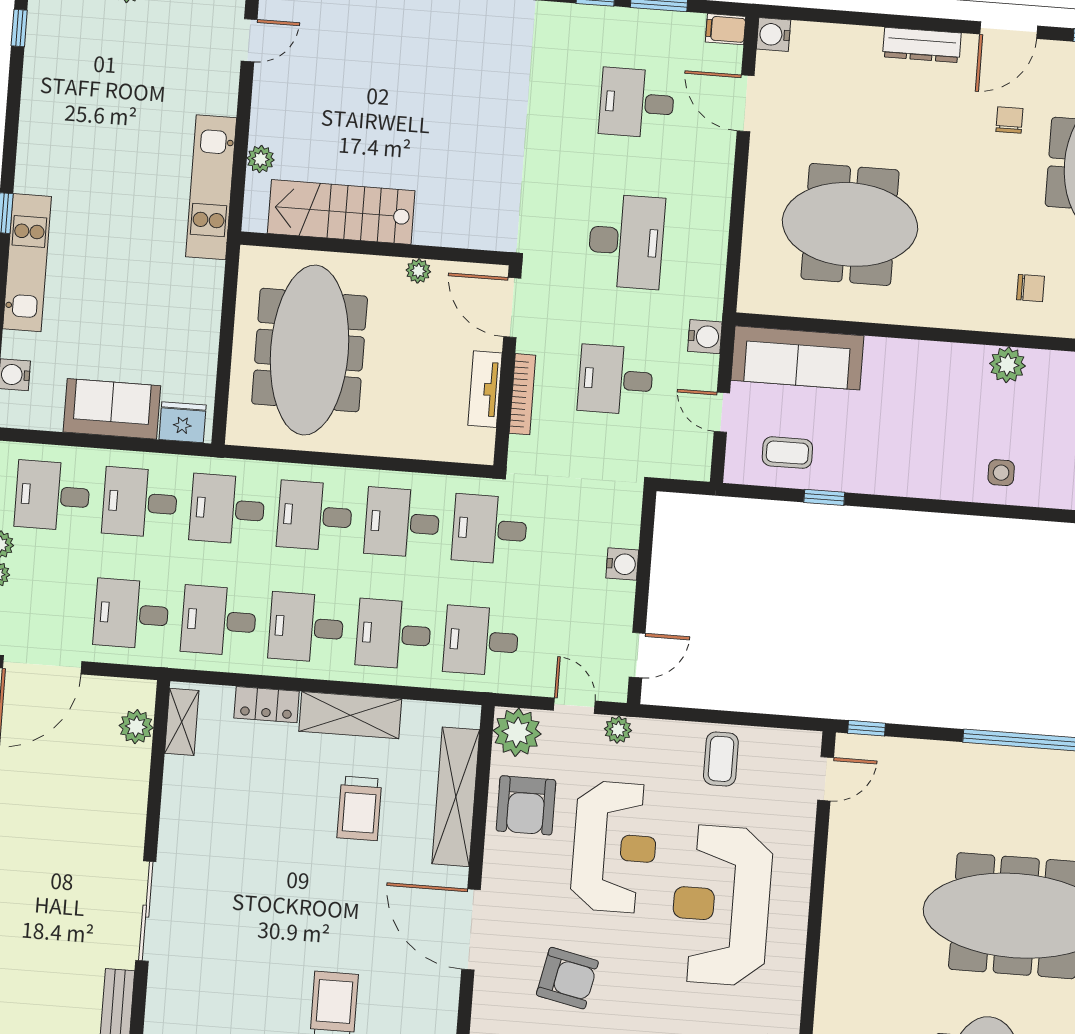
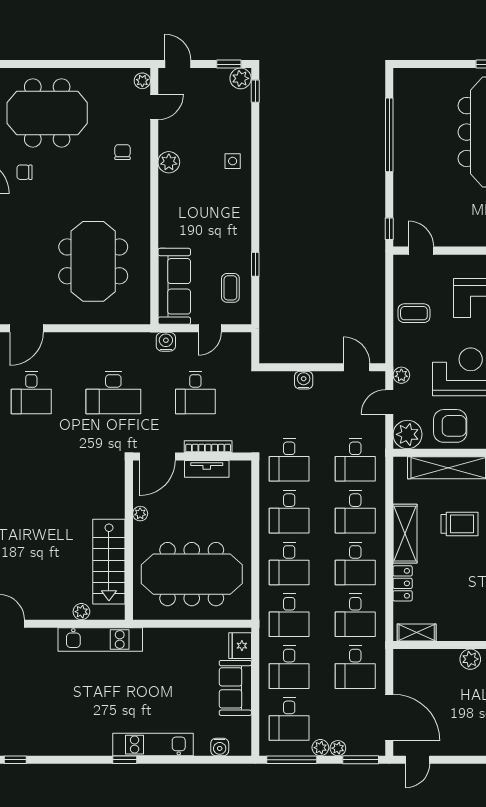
desk: (626, 241) -> (113, 392), turned 180
plant: (136, 727) -> (470, 659), moved

